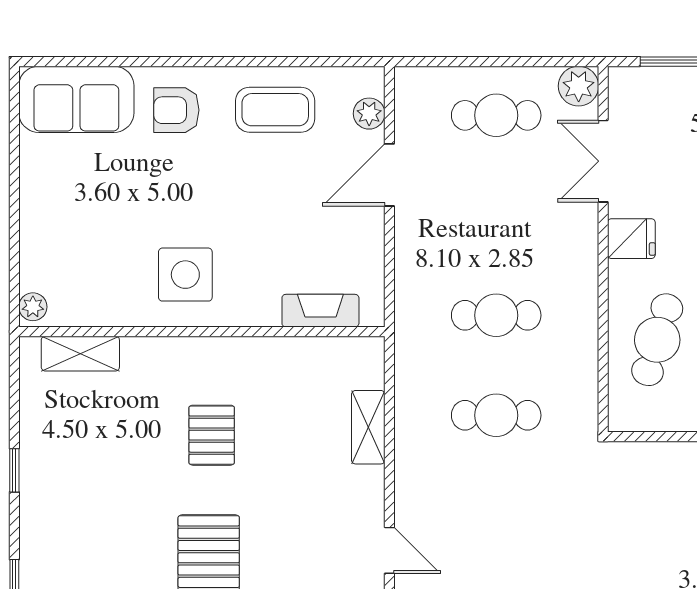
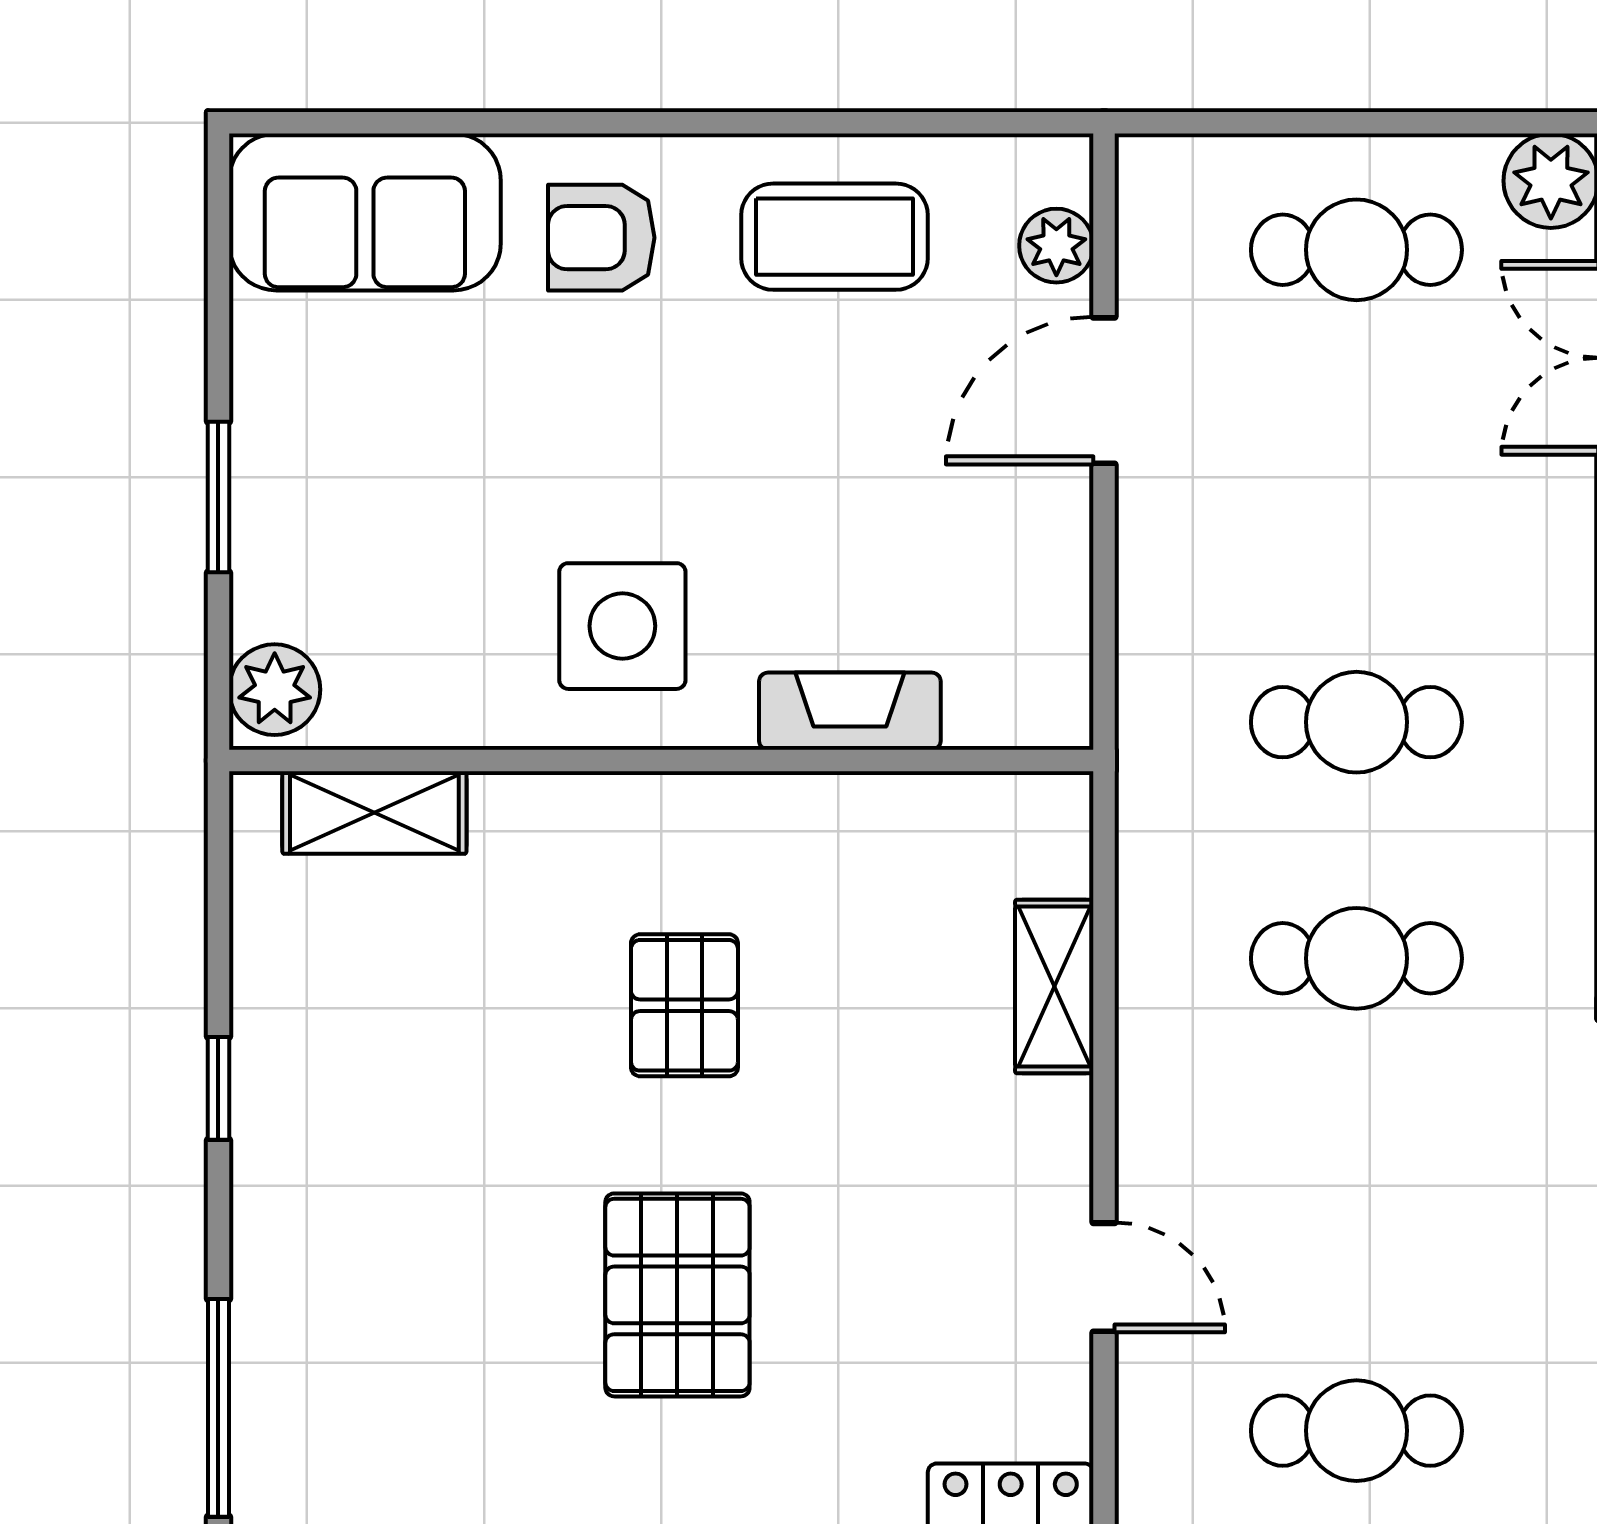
window: (14, 220) -> (218, 497), added
plant: (33, 307) -> (275, 690), width x1.38, depth x1.38
fireplace: (320, 311) -> (850, 711), moved

